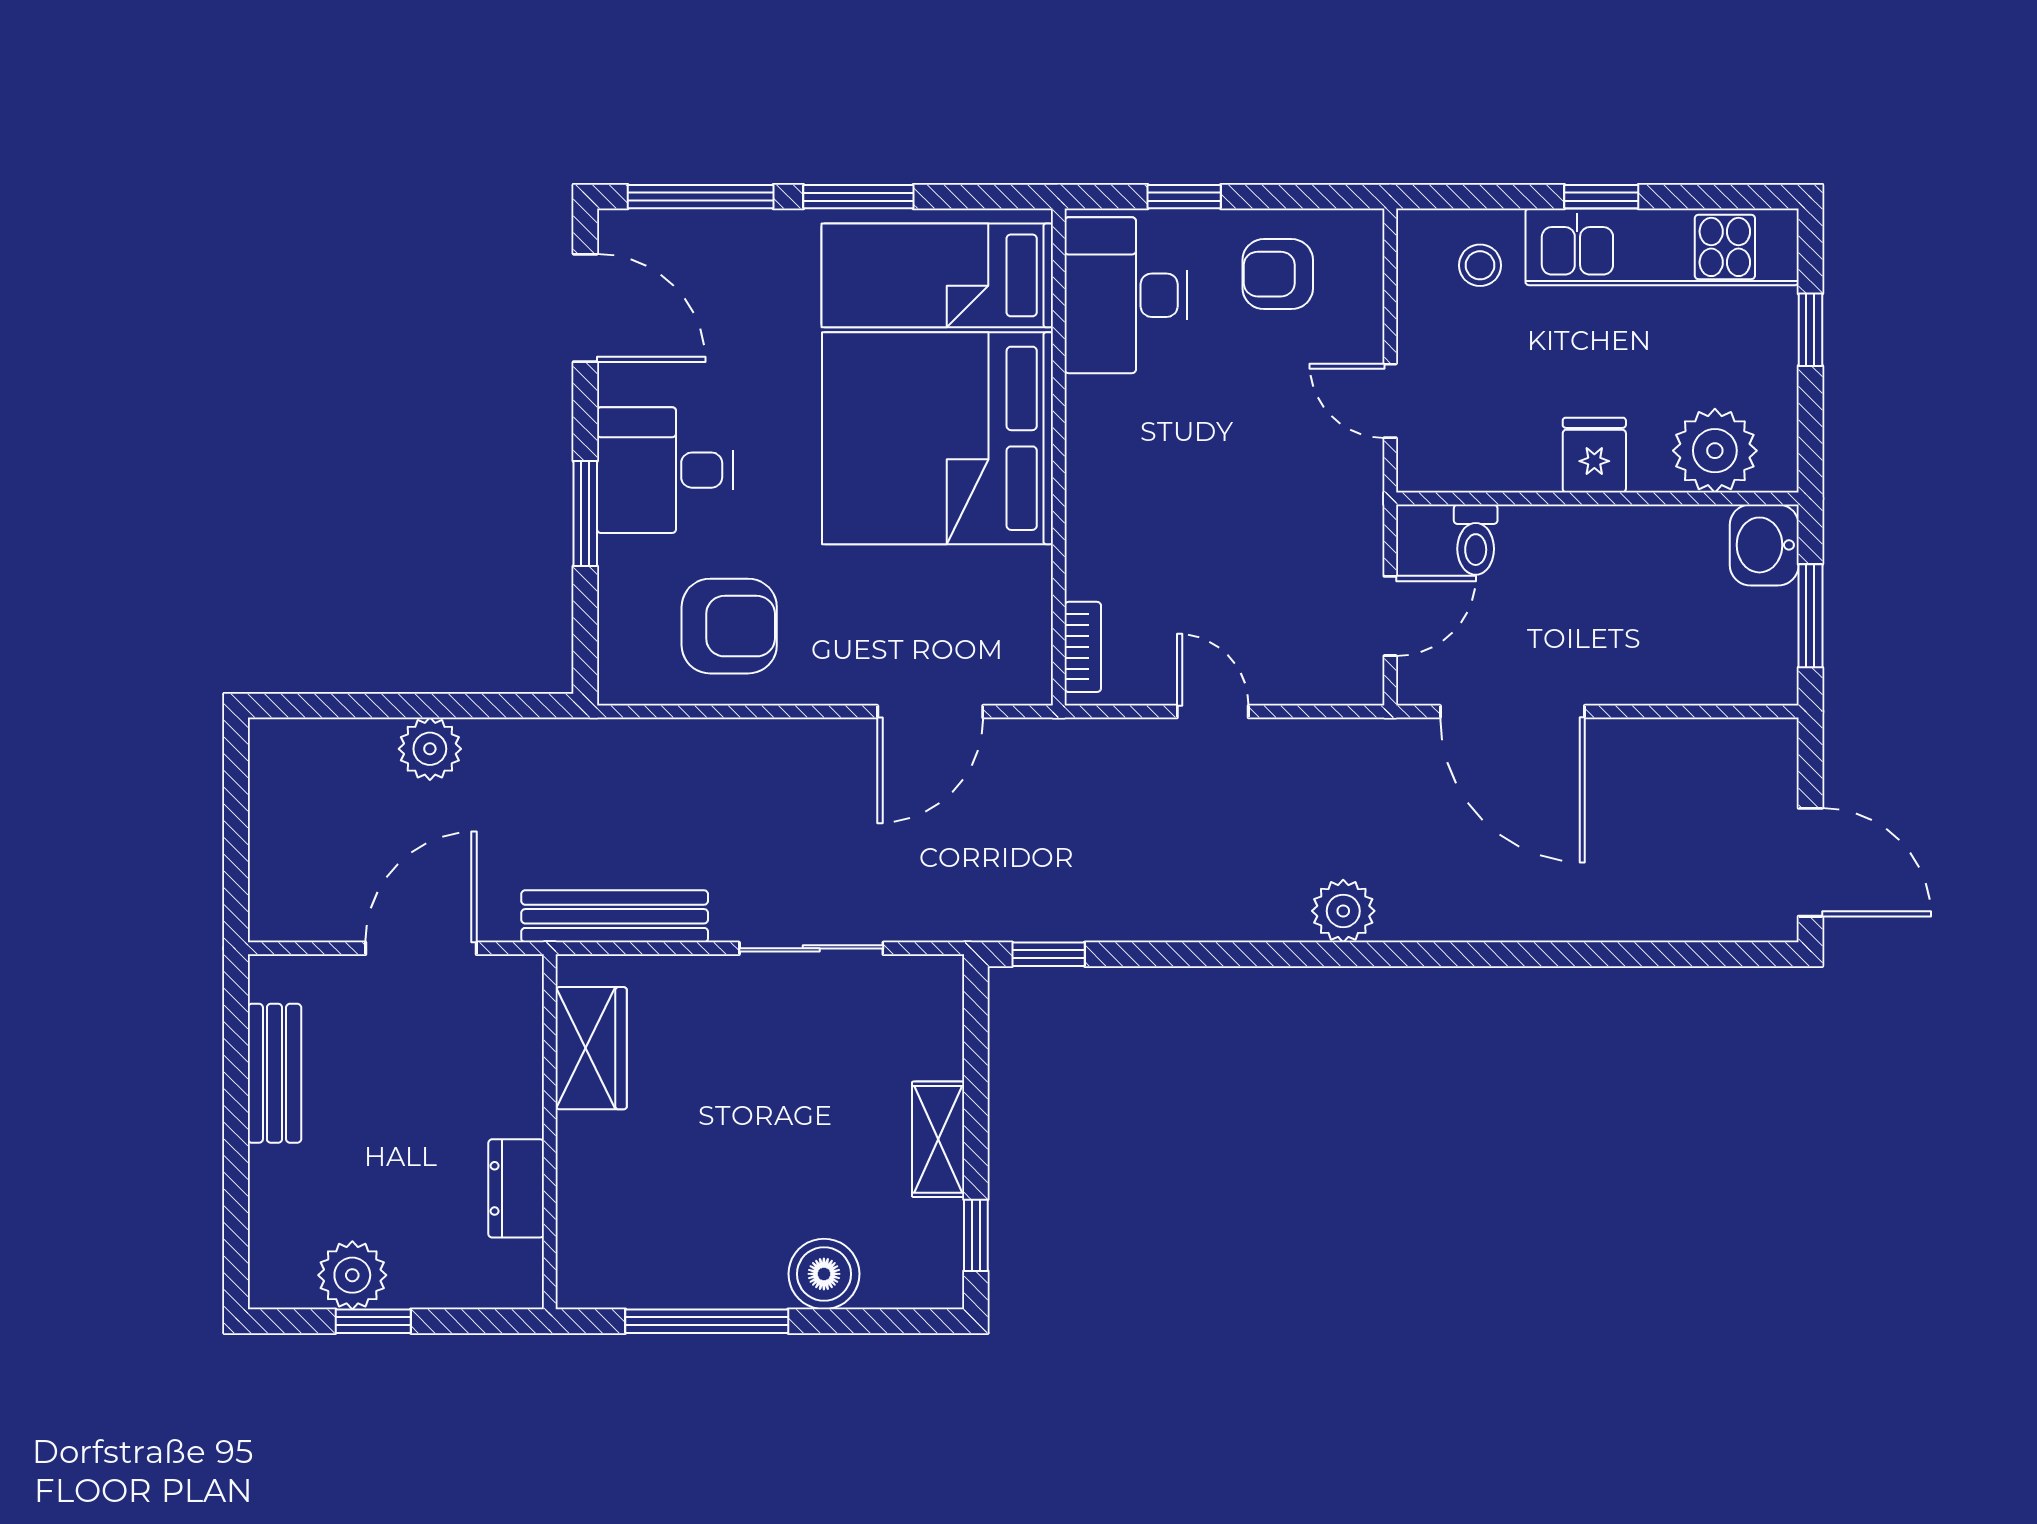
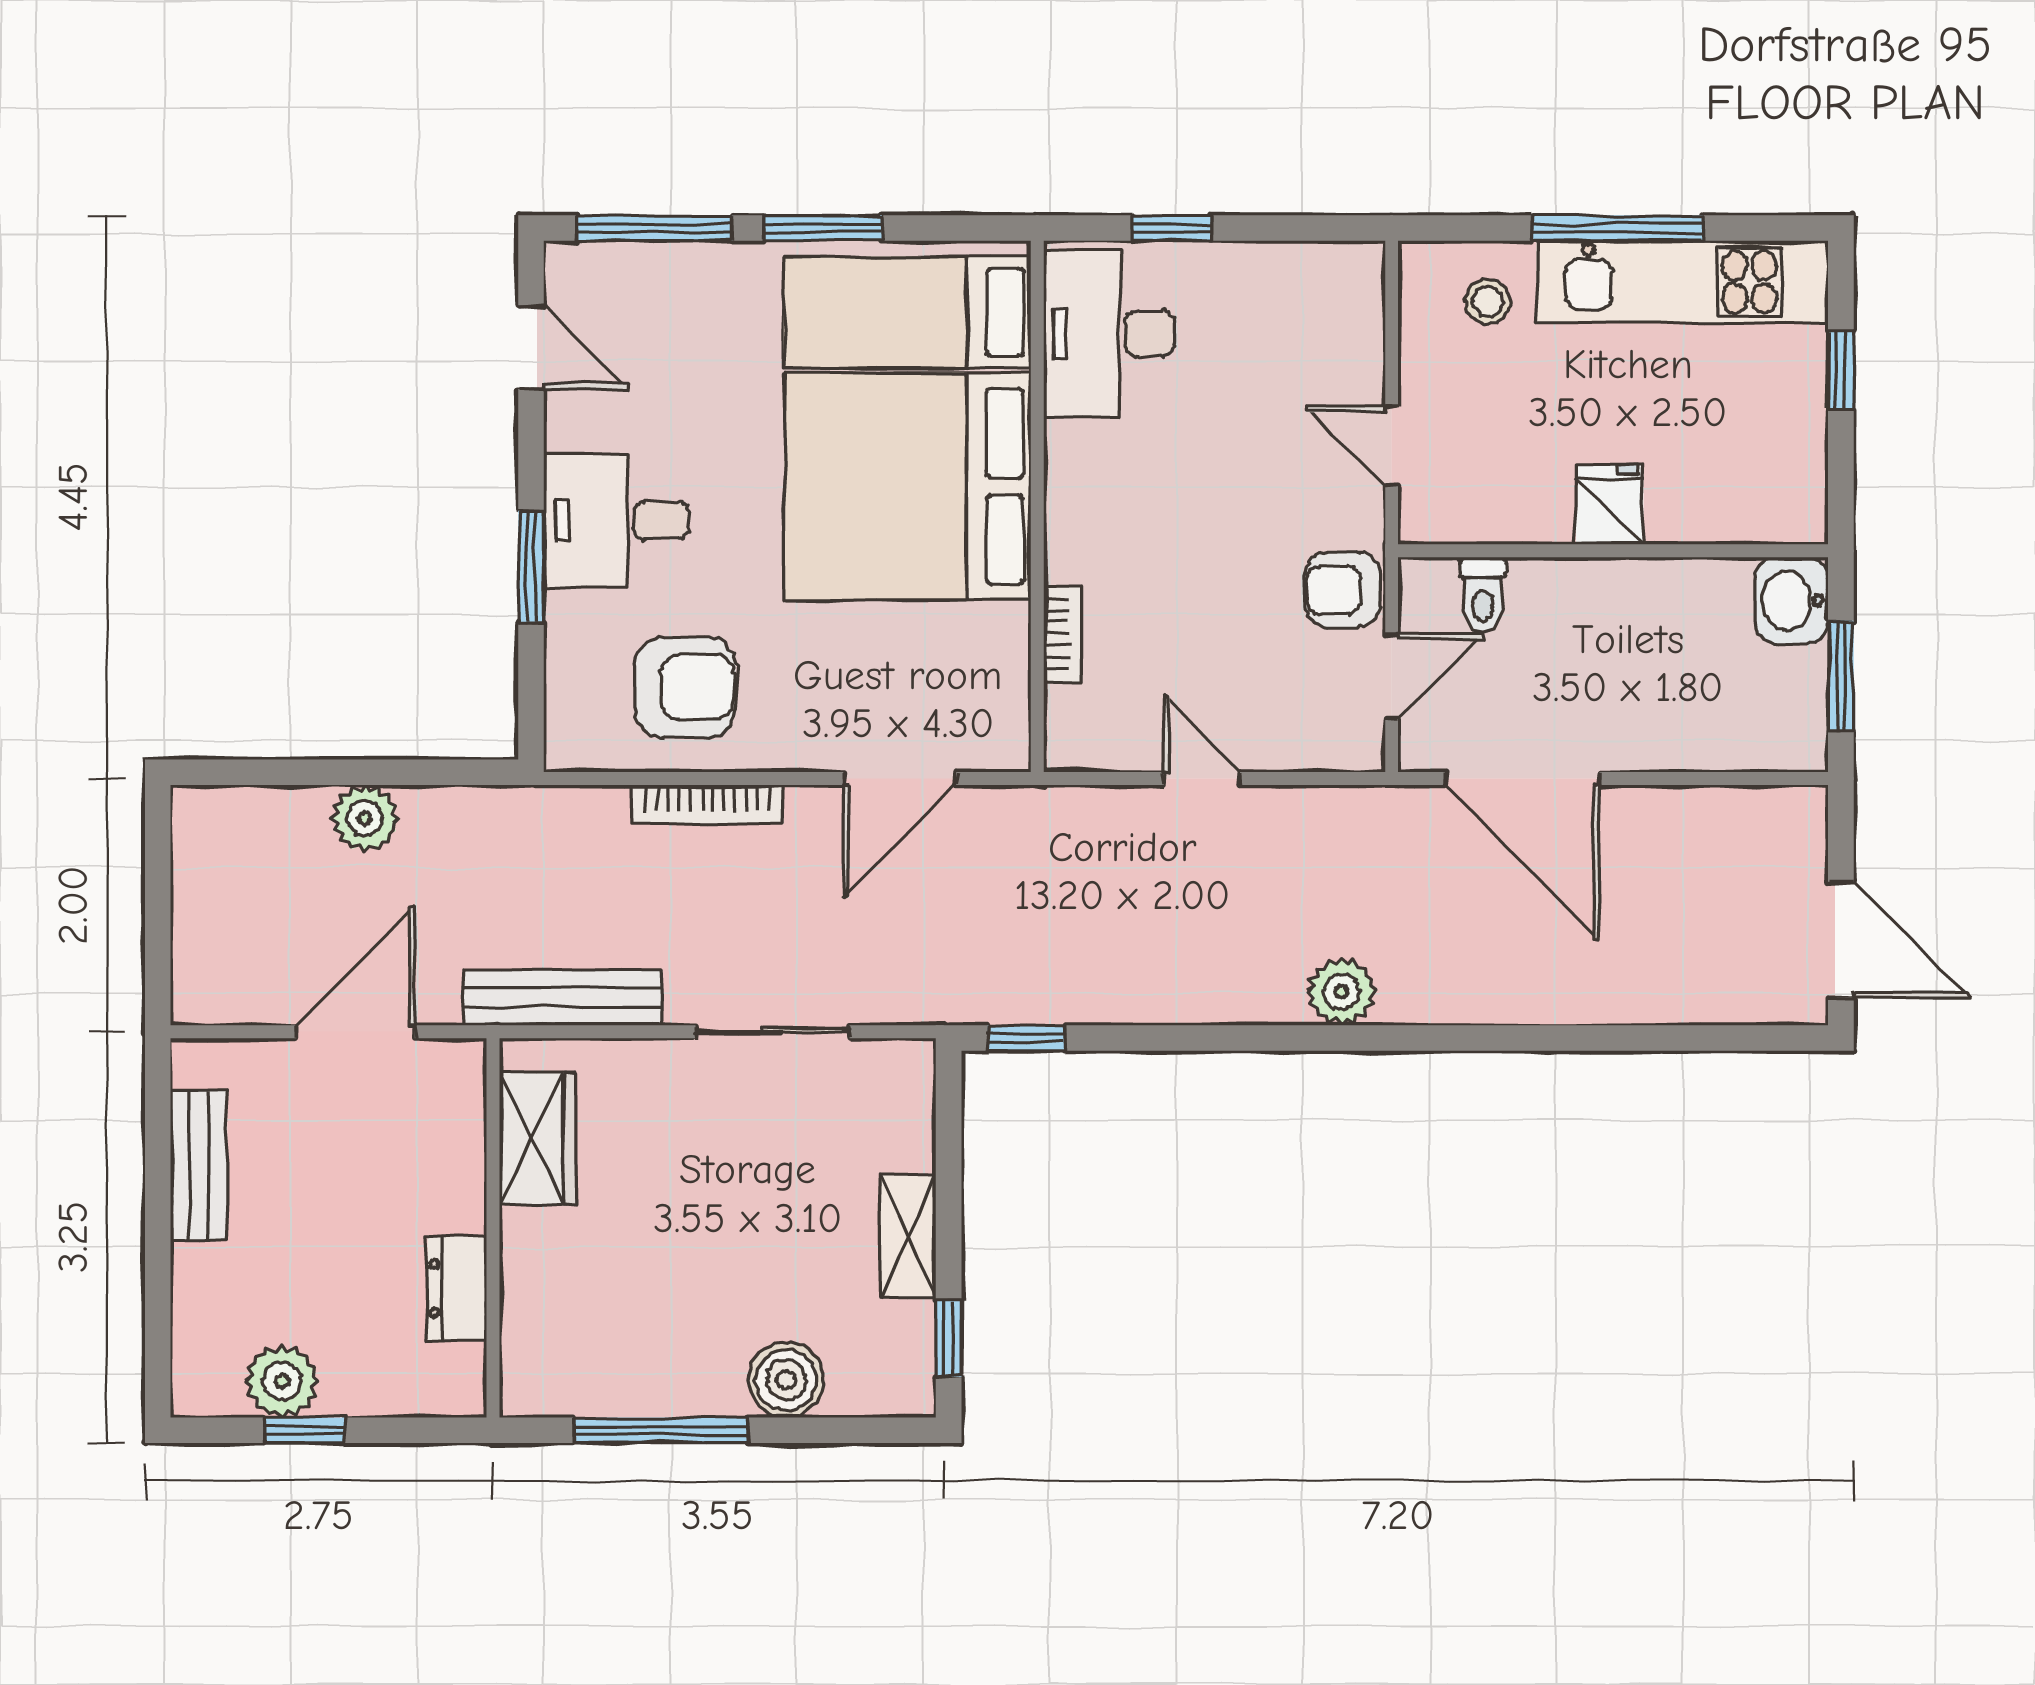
window: (1601, 197) -> (1617, 228), width x2.17
armchair: (1278, 274) -> (1343, 590), moved
door: (585, 308) -> (531, 347), width x0.73
plant: (1715, 451) -> (1739, 500), removed
bookcase: (1083, 647) -> (1063, 634), moved
bookcase: (750, 736) -> (707, 804), added

